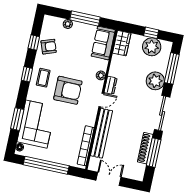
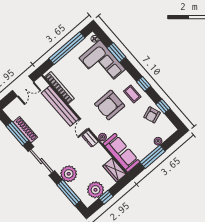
sofa: (103, 43) -> (121, 153), width x1.36

